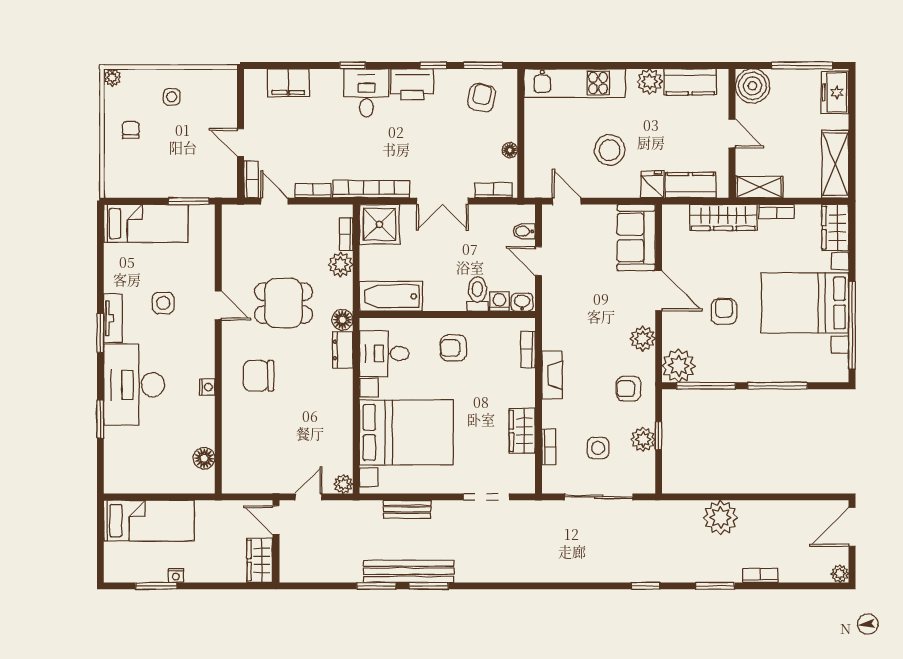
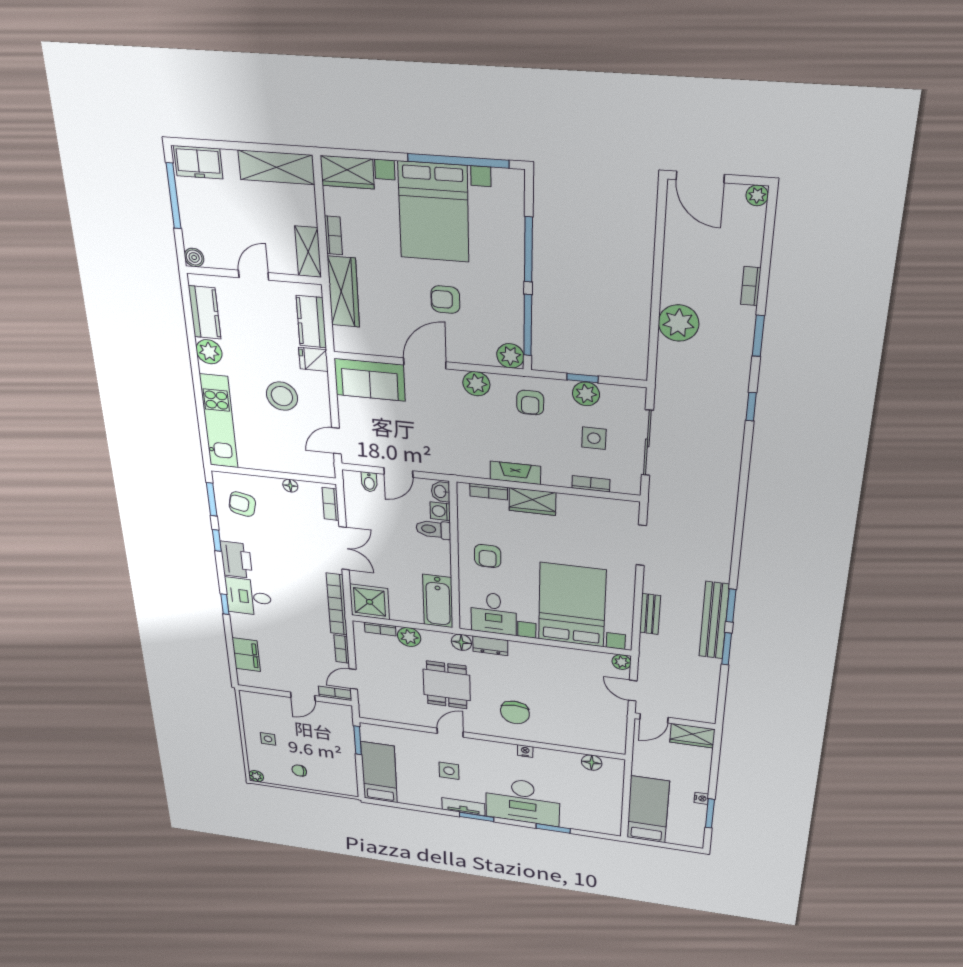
boiler: (752, 86) -> (194, 257), width x0.54, depth x0.54
plant: (679, 366) -> (510, 356), width x0.73, depth x0.73
wardrobe: (522, 431) -> (532, 502), moved

